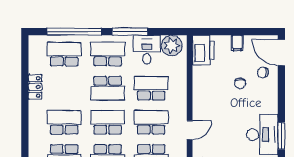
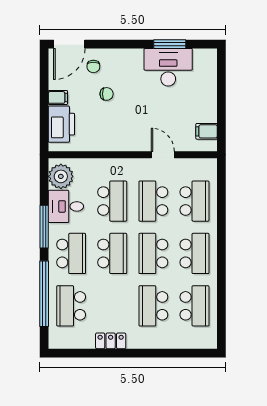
printer: (203, 50) -> (61, 124), moved, turned 90
school desk: (108, 54) -> (71, 253), turned 180
school desk: (151, 88) -> (112, 201), turned 180

